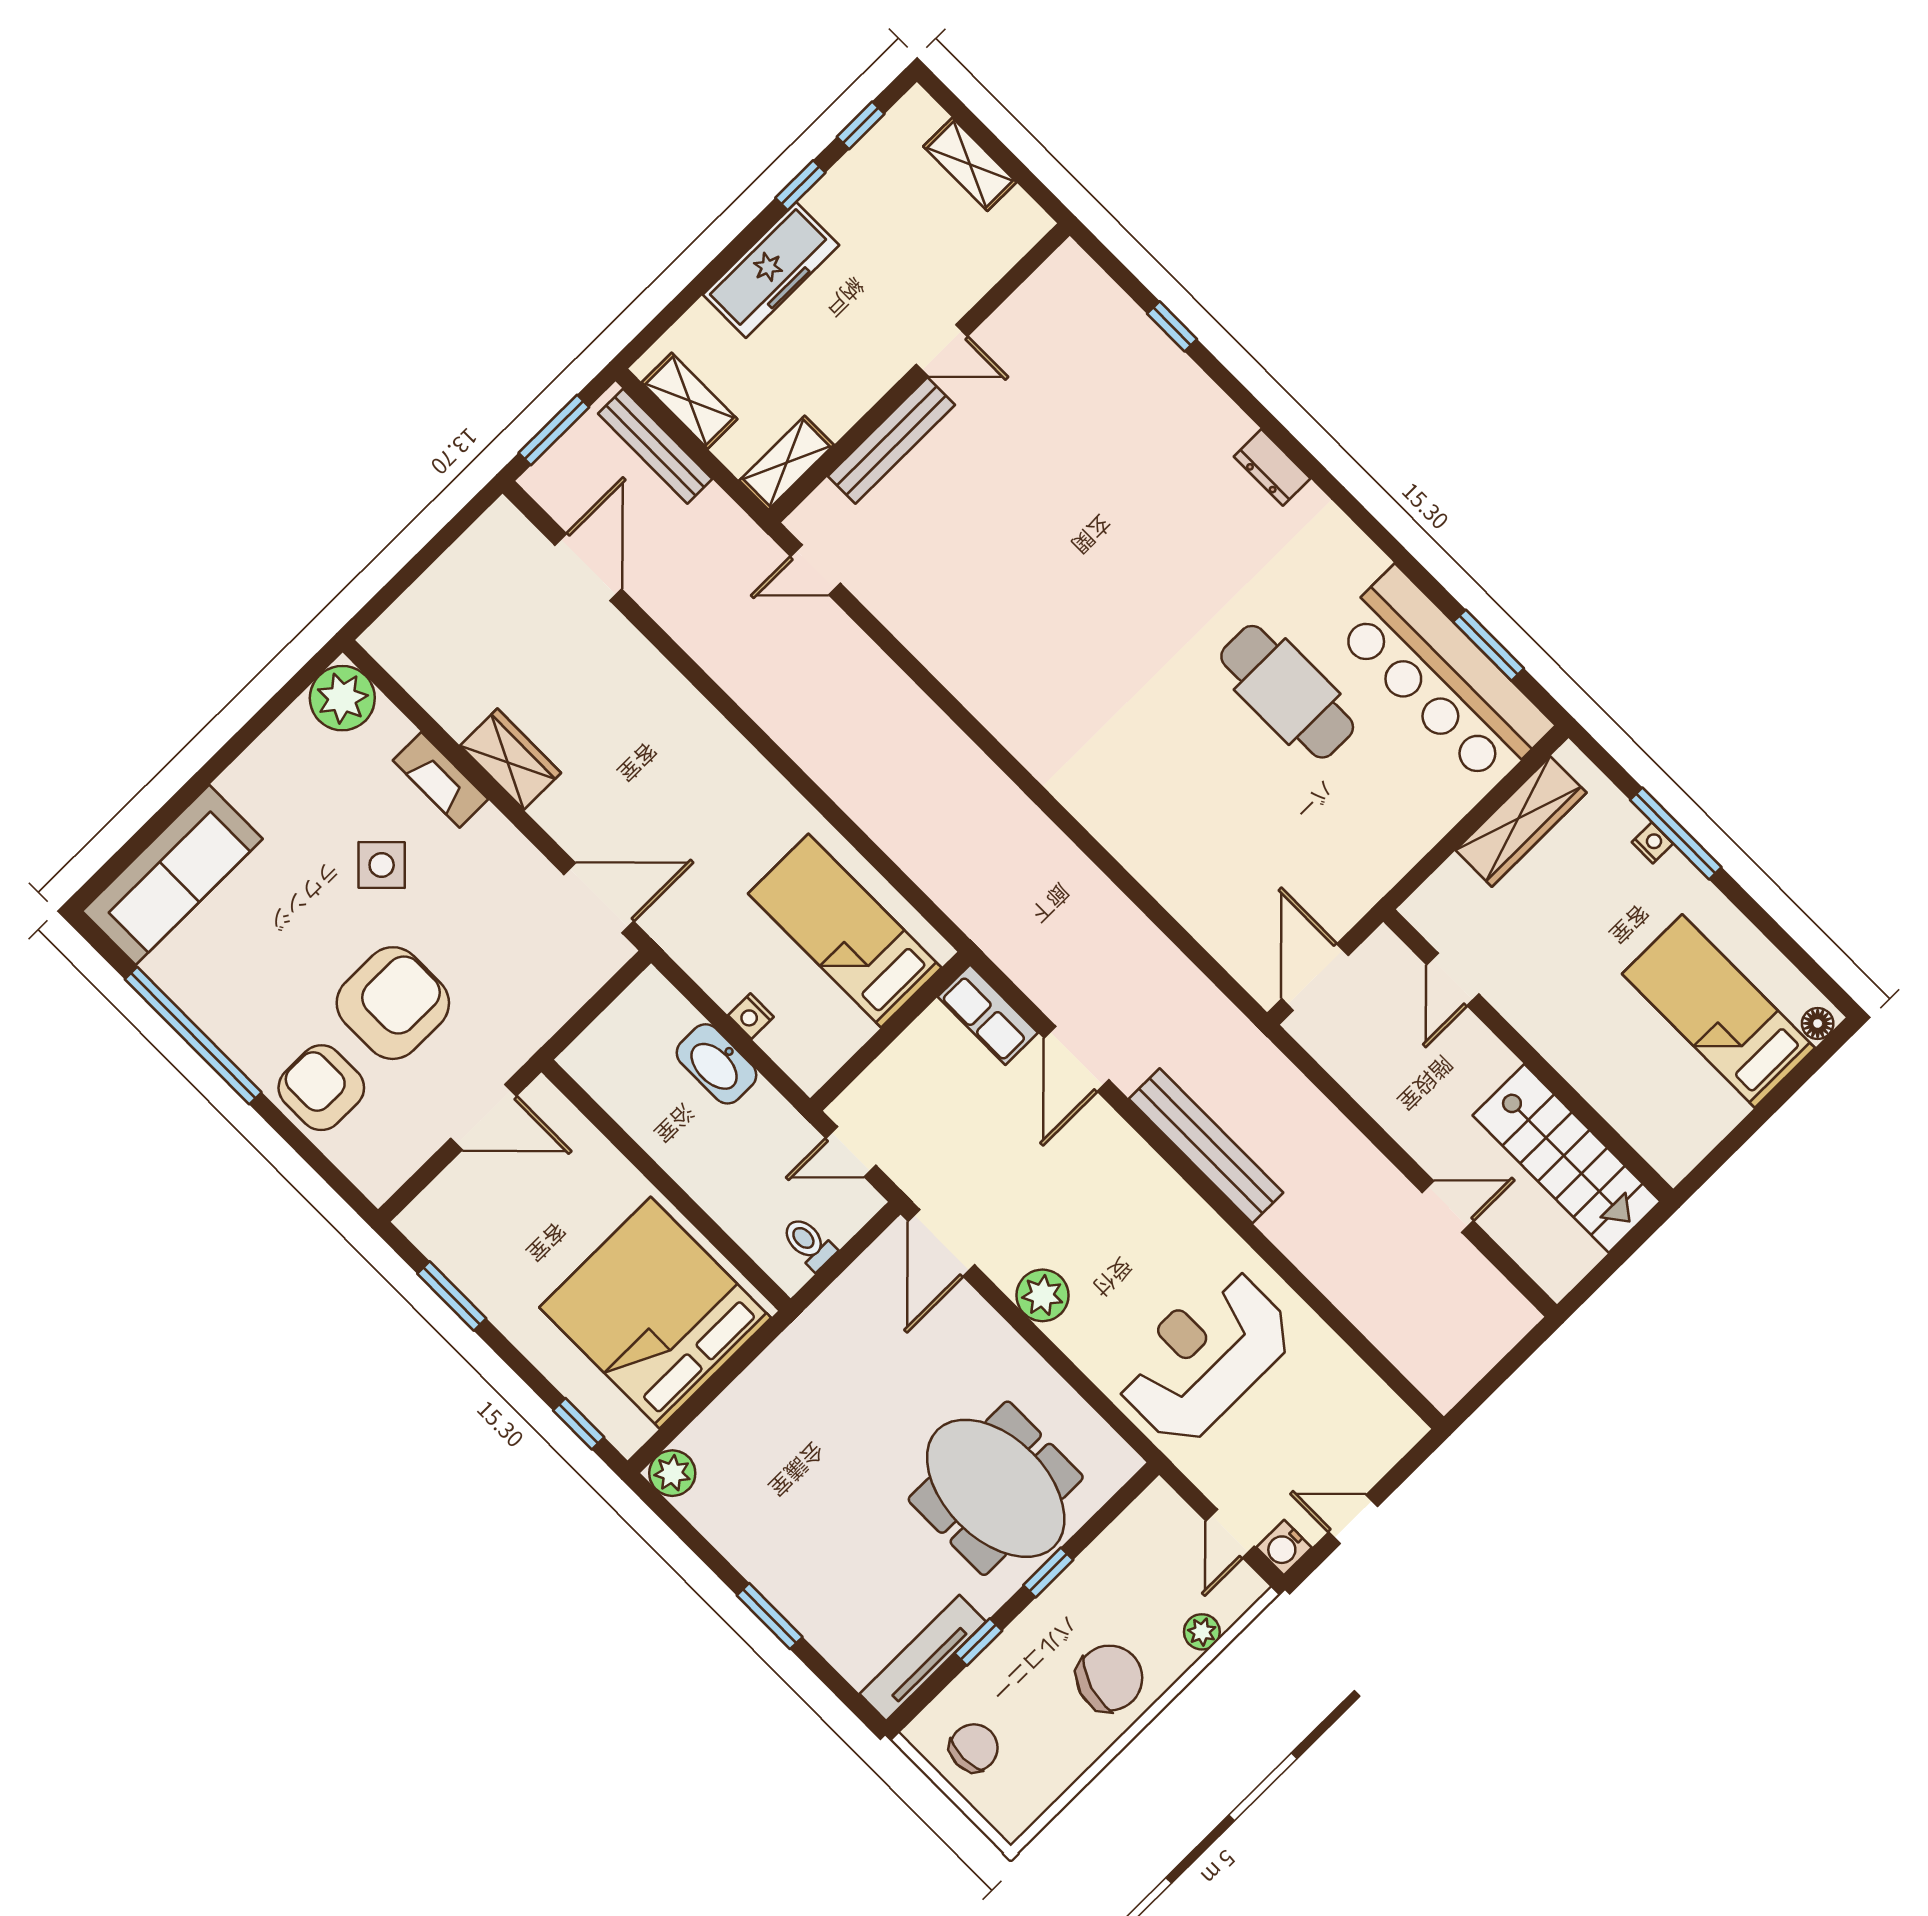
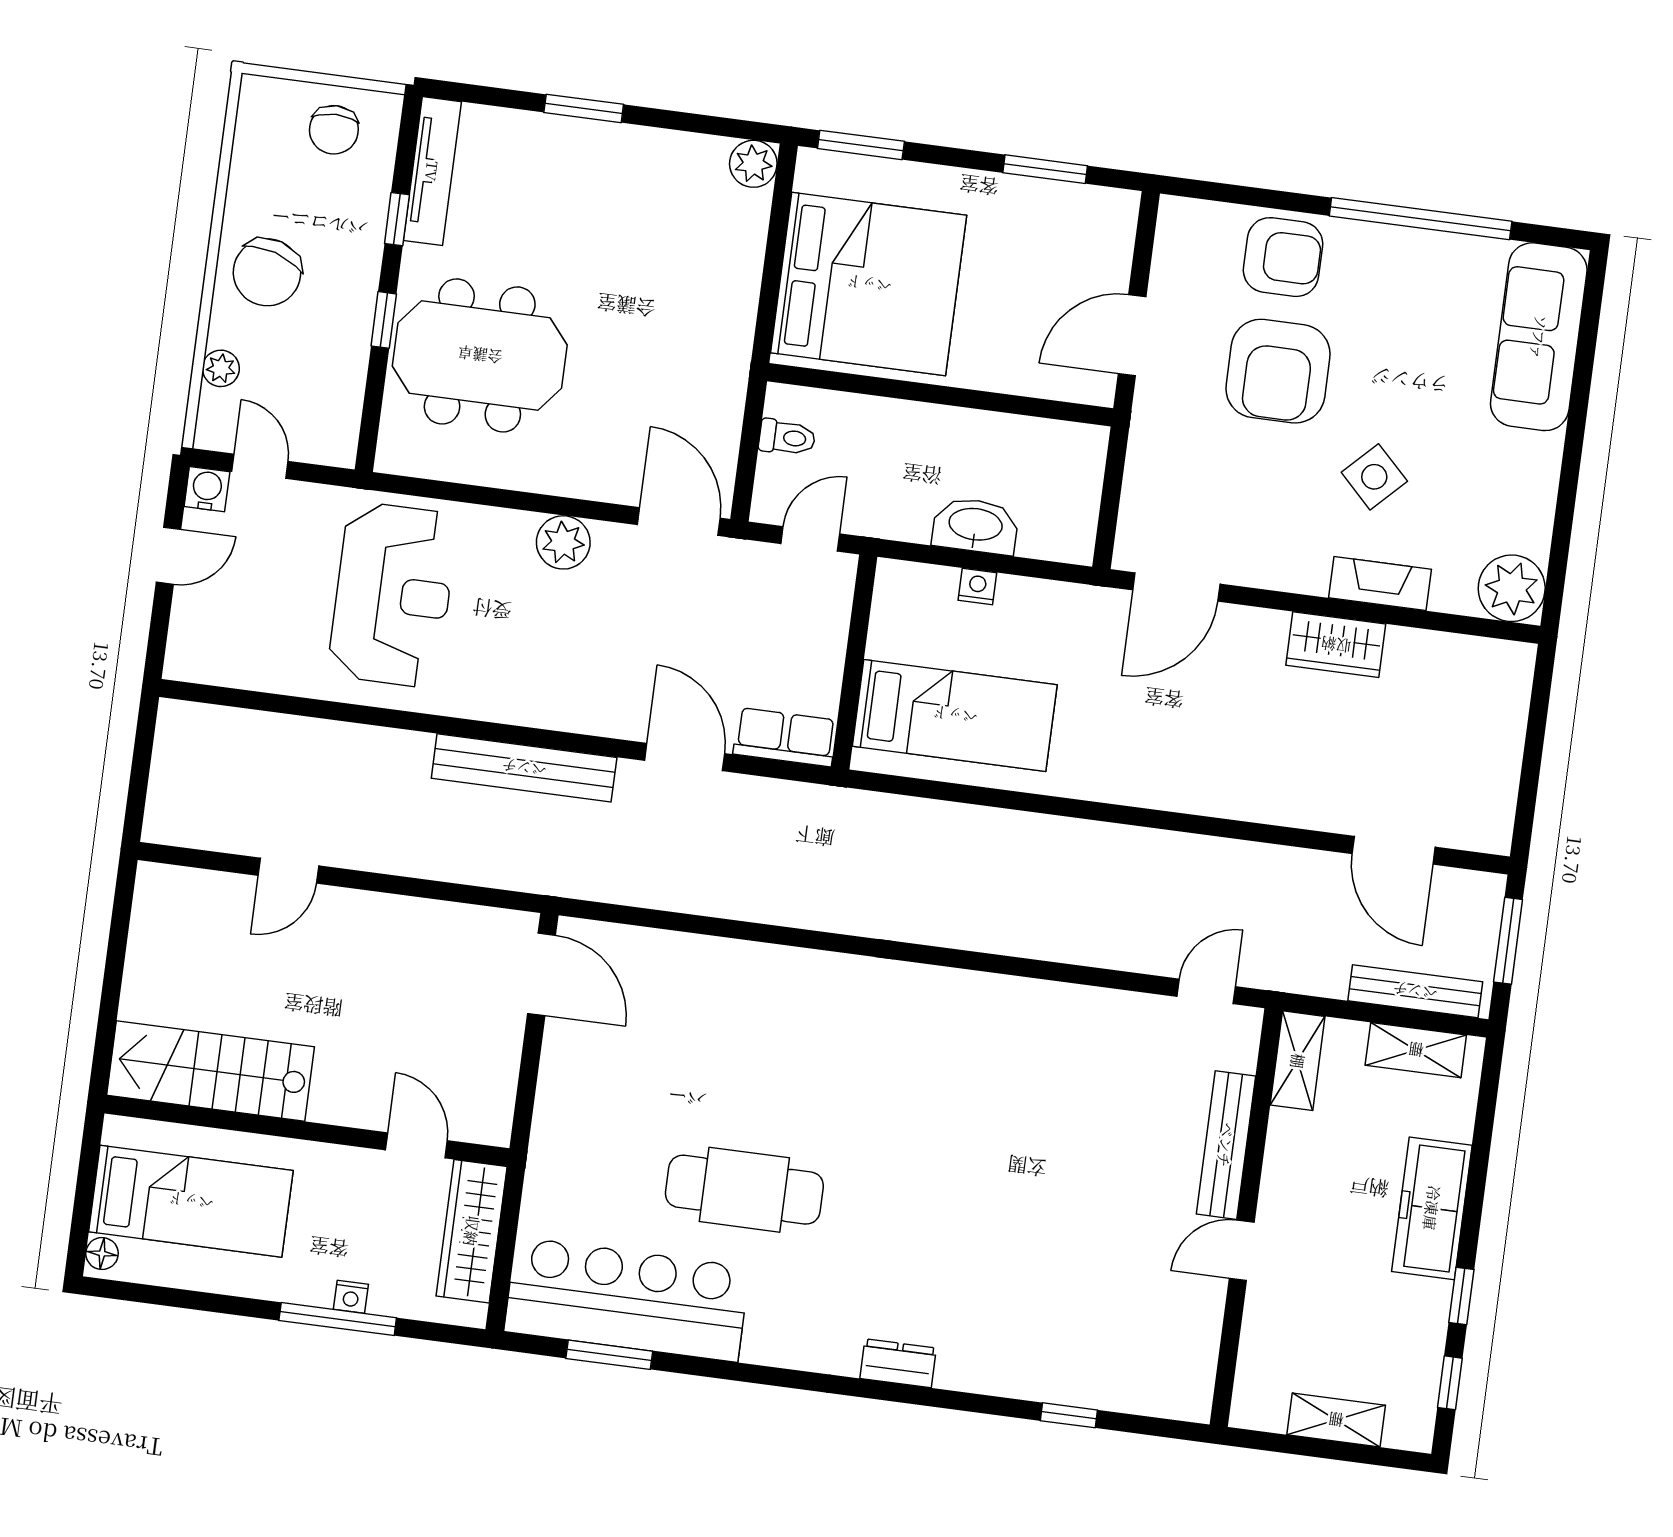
door: (1453, 979) -> (416, 1145), moved
wall: (1528, 1055) -> (307, 1131), moved
stairs: (1567, 1158) -> (211, 1071), moved
window: (579, 1424) -> (861, 145), width x1.50

